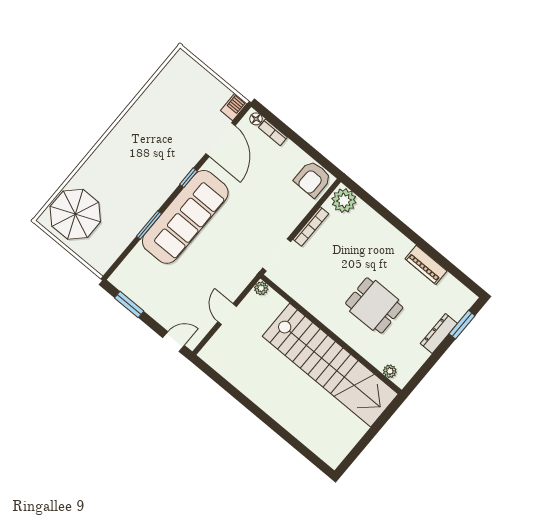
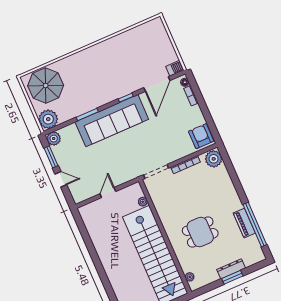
armchair: (313, 179) -> (201, 136), turned 90
plant: (101, 257) -> (48, 119), added
window: (441, 260) -> (255, 225), added
plant: (121, 279) -> (54, 139), added
plant: (261, 288) -> (143, 202), moved
dining table: (374, 305) -> (200, 232), turned 90
window: (462, 325) -> (232, 277), moved
door: (174, 342) -> (61, 179), moved

